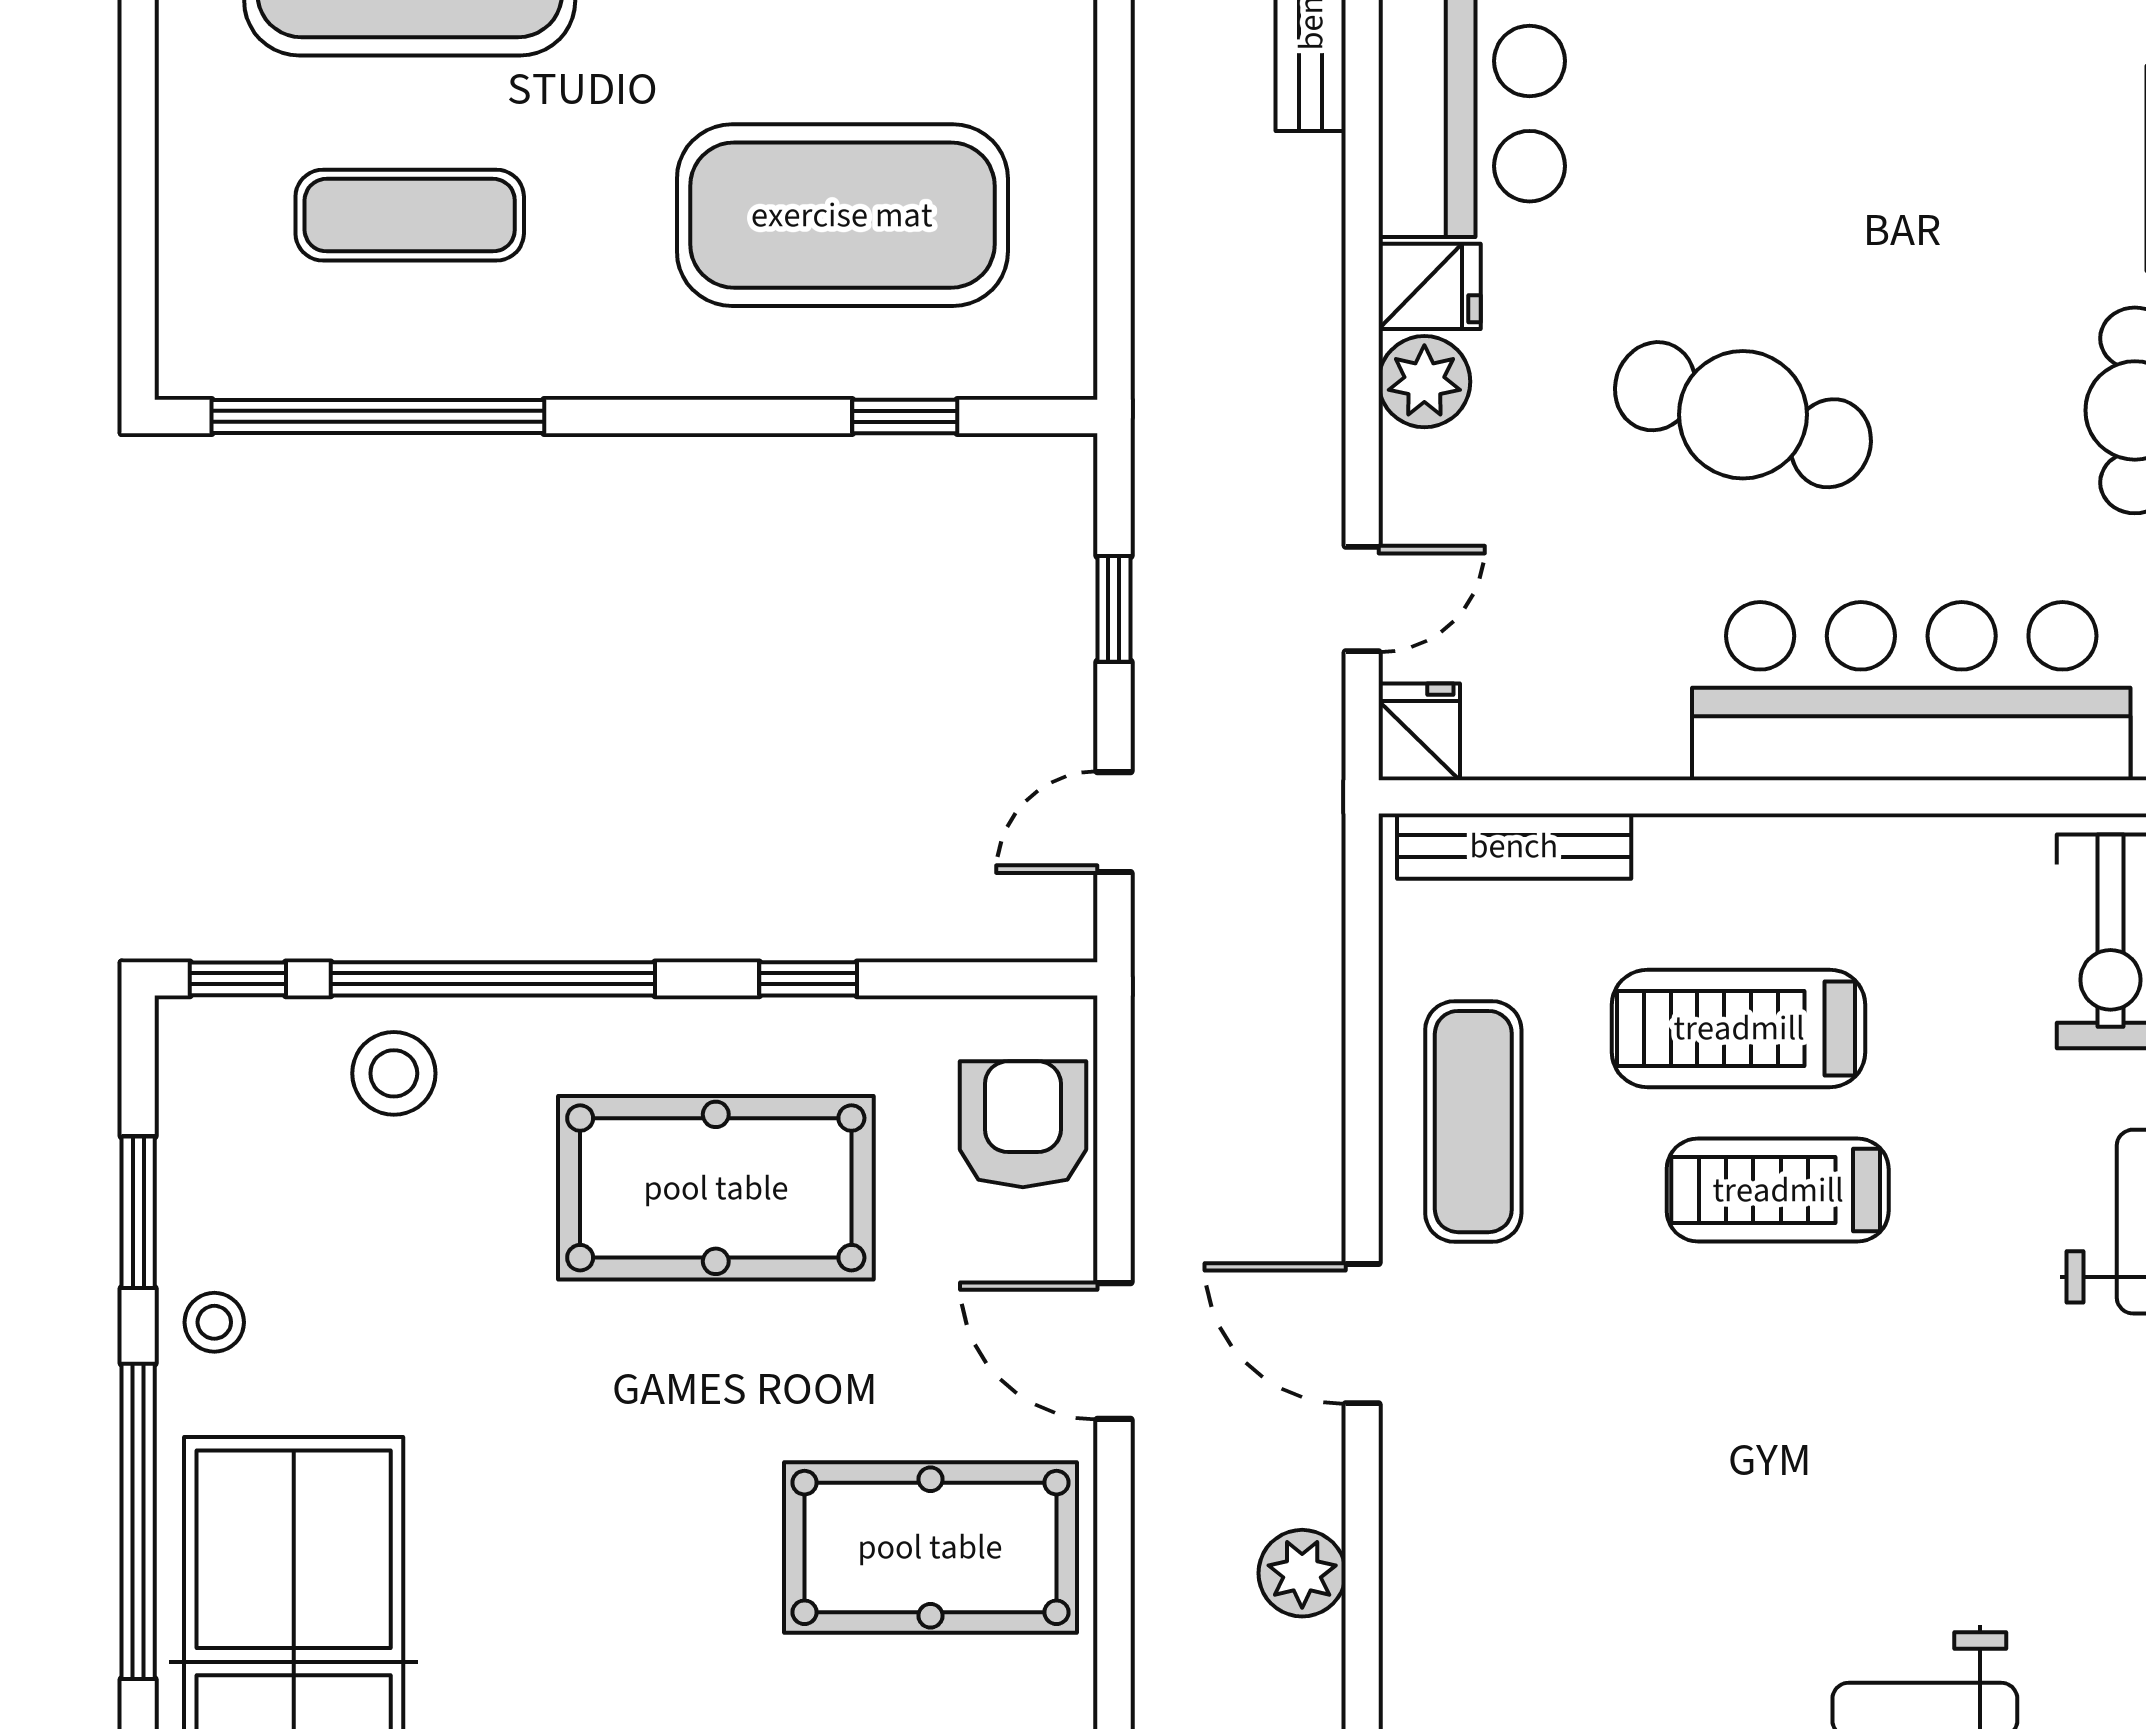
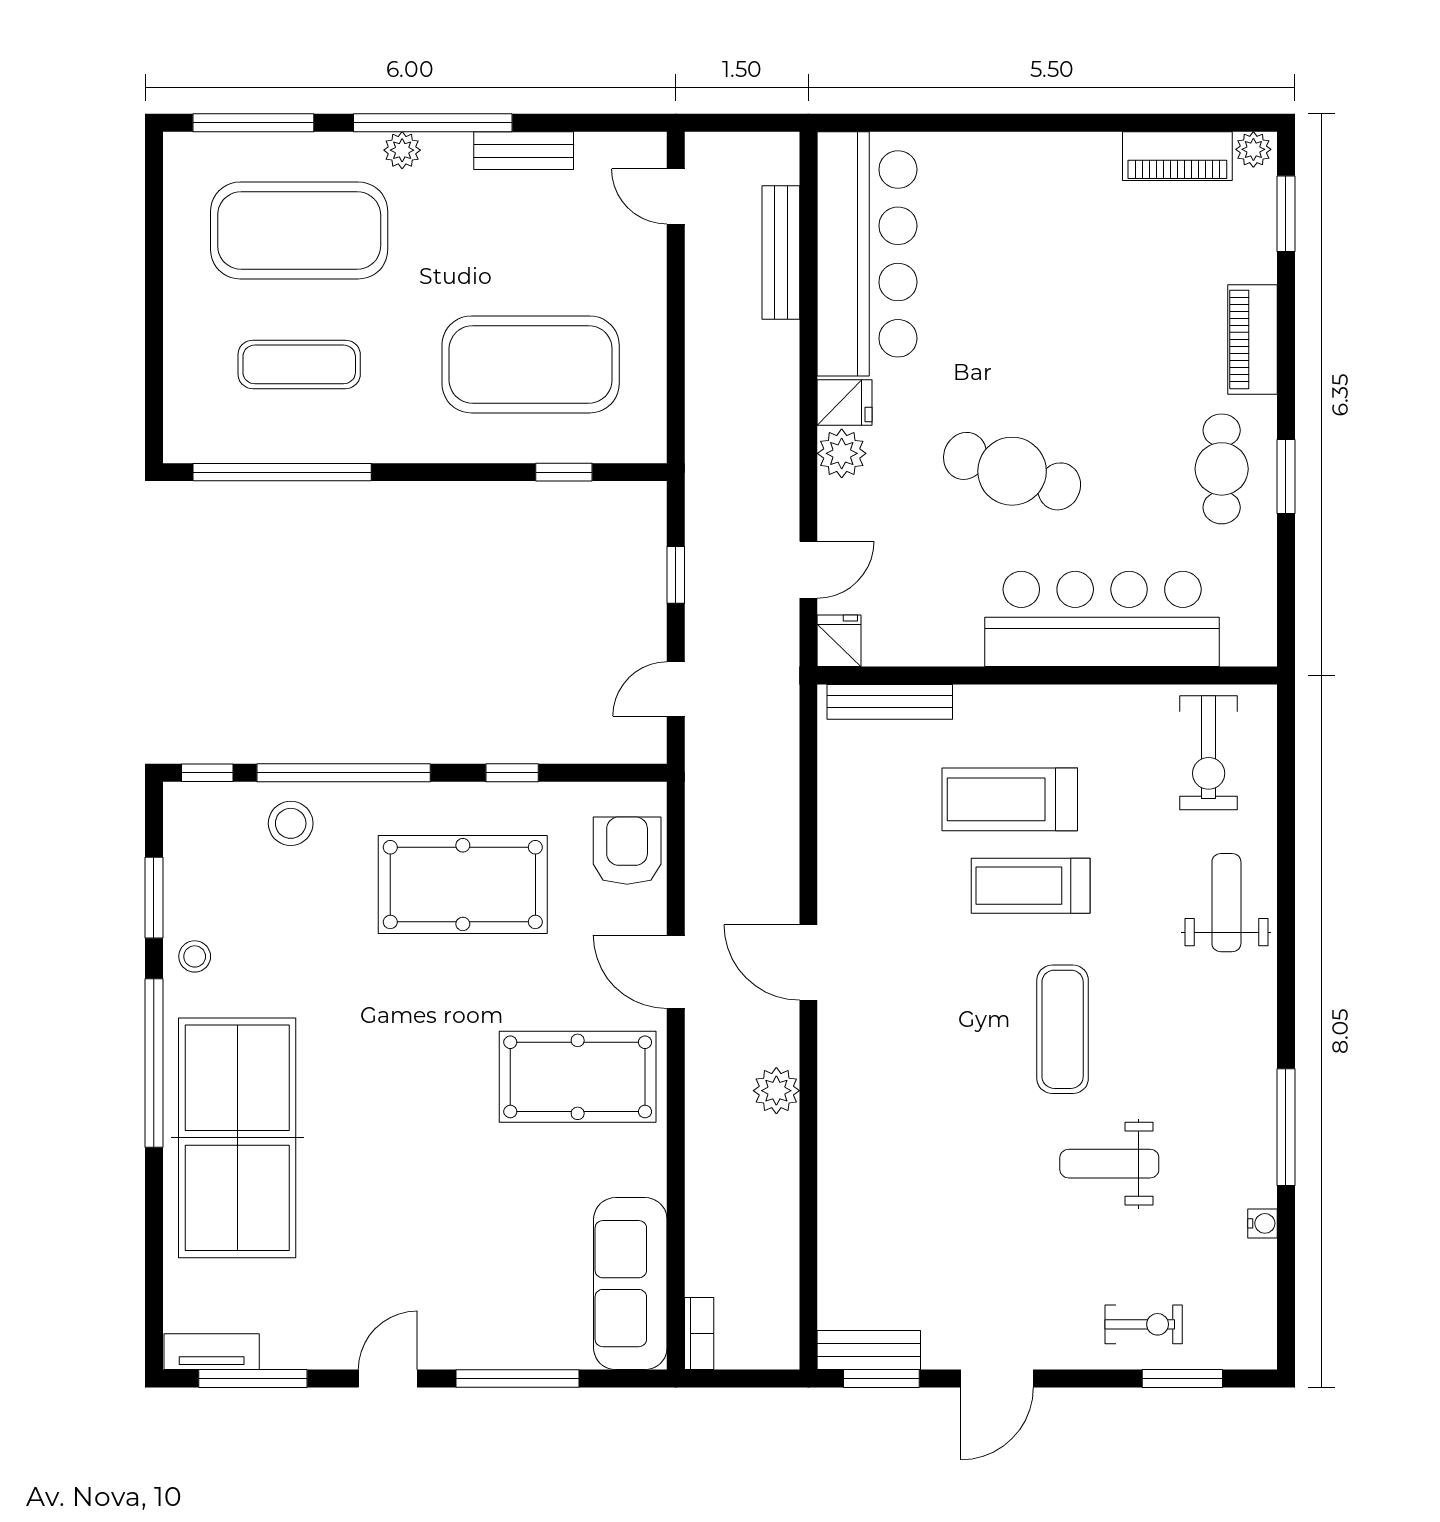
exercise mat: (1473, 1122) -> (1063, 1029), moved

